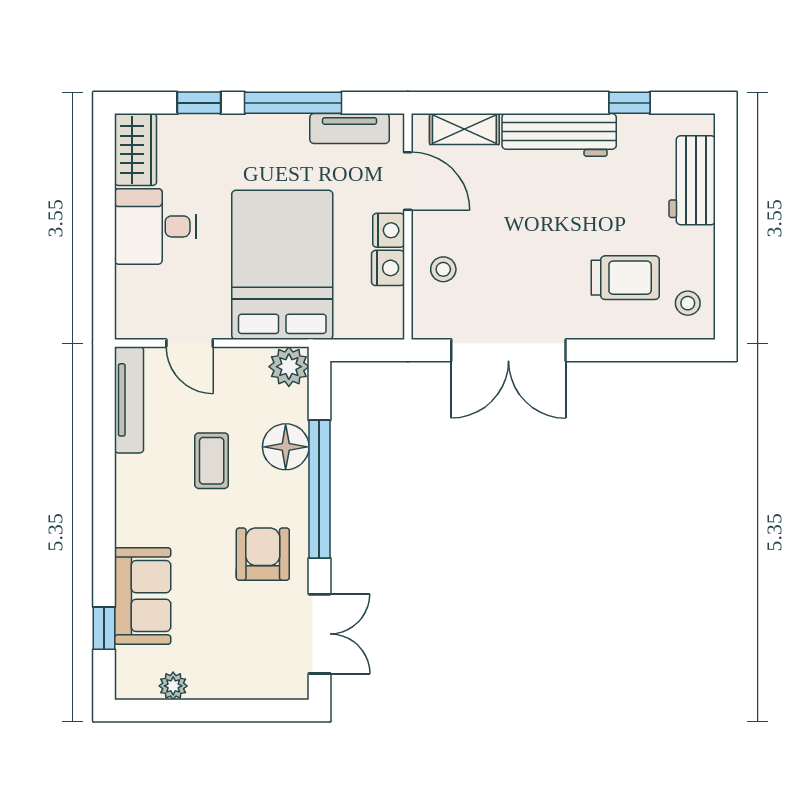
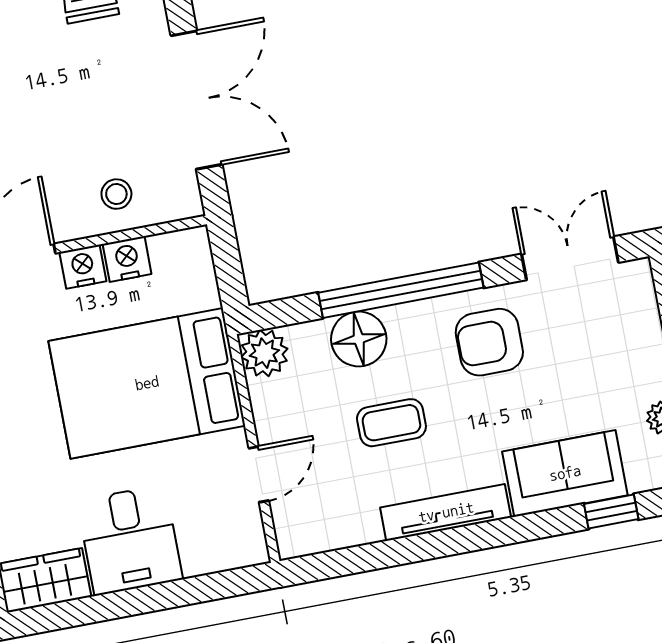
tv unit: (129, 400) -> (446, 512), moved

